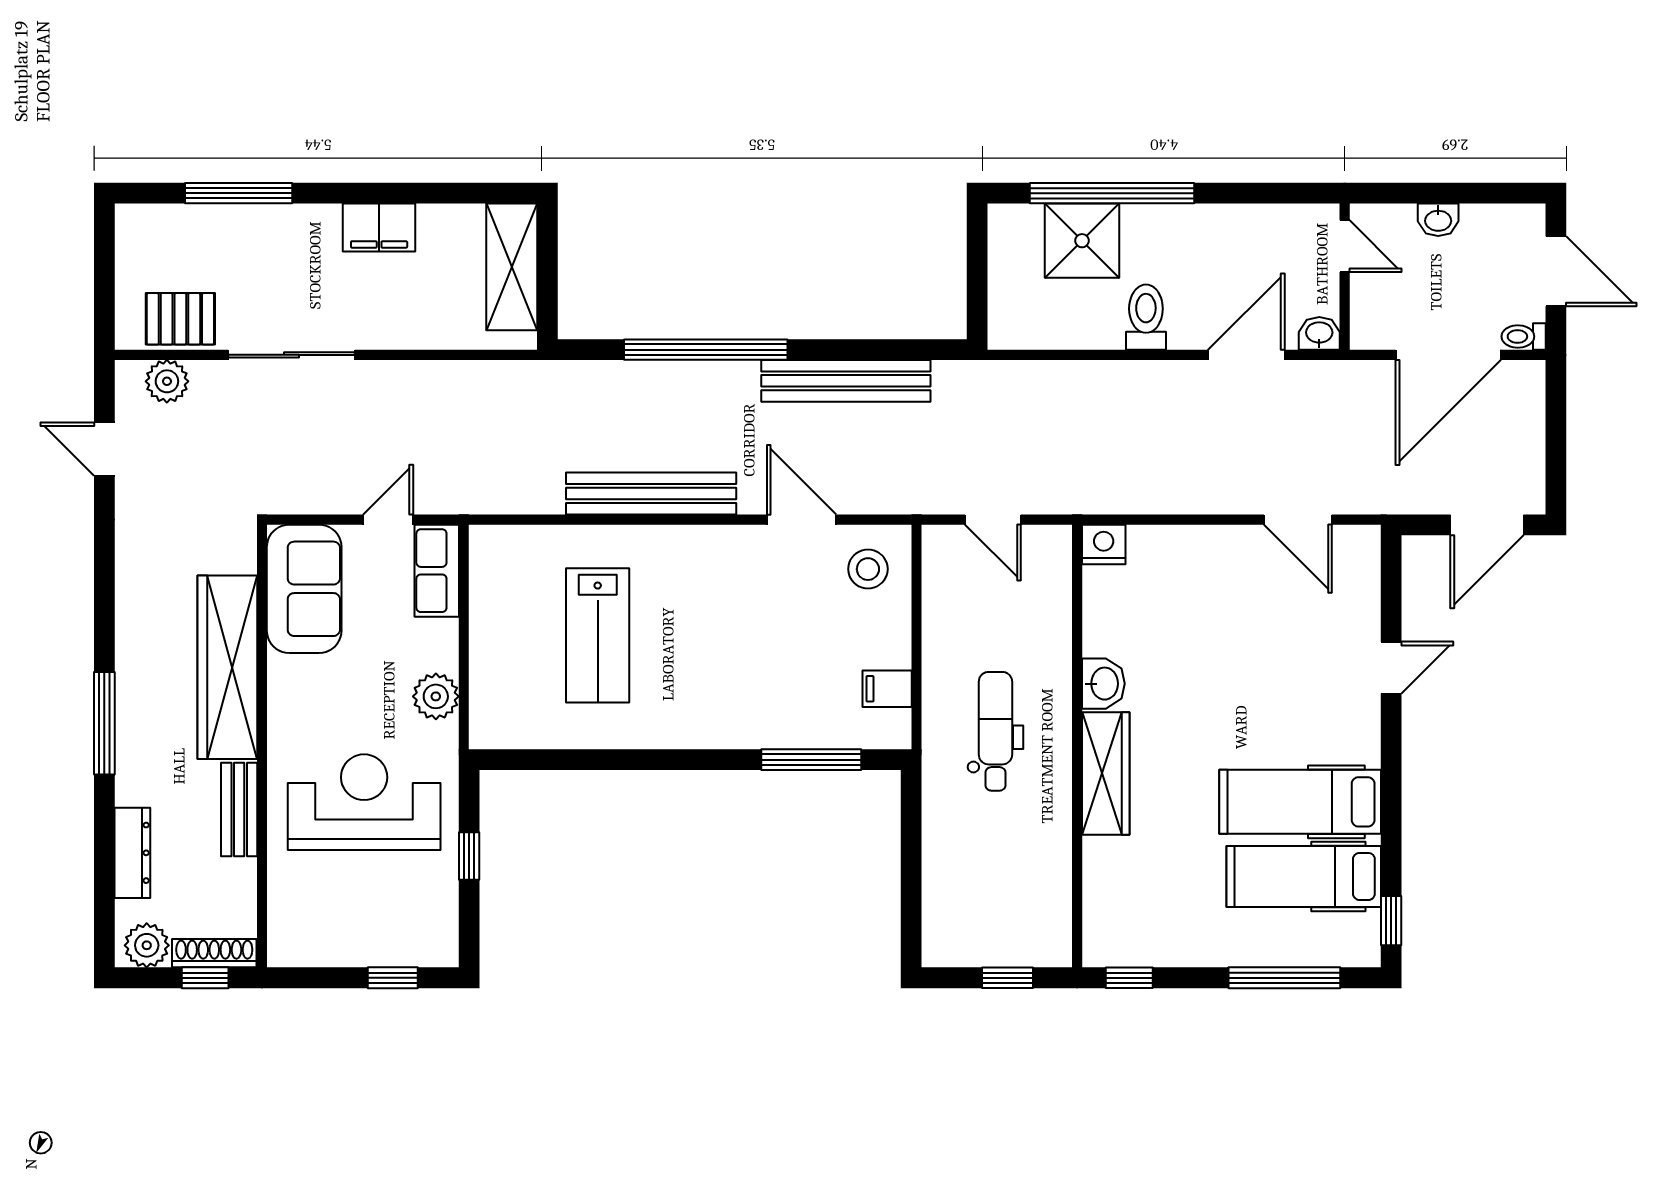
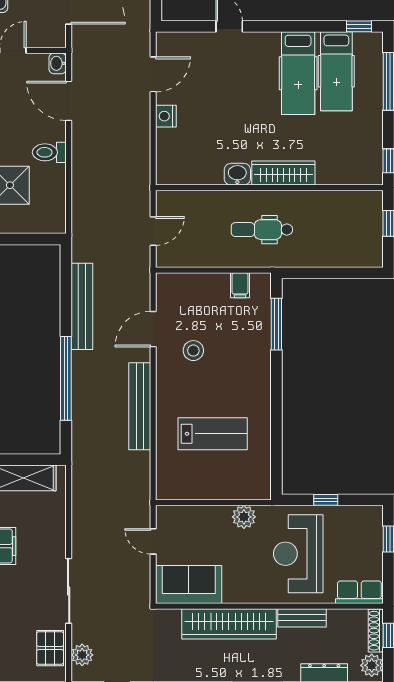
nightstand: (1104, 544) -> (166, 116), moved
stool: (868, 569) -> (193, 351), moved
row of seats: (437, 571) -> (359, 592), moved, turned 180

